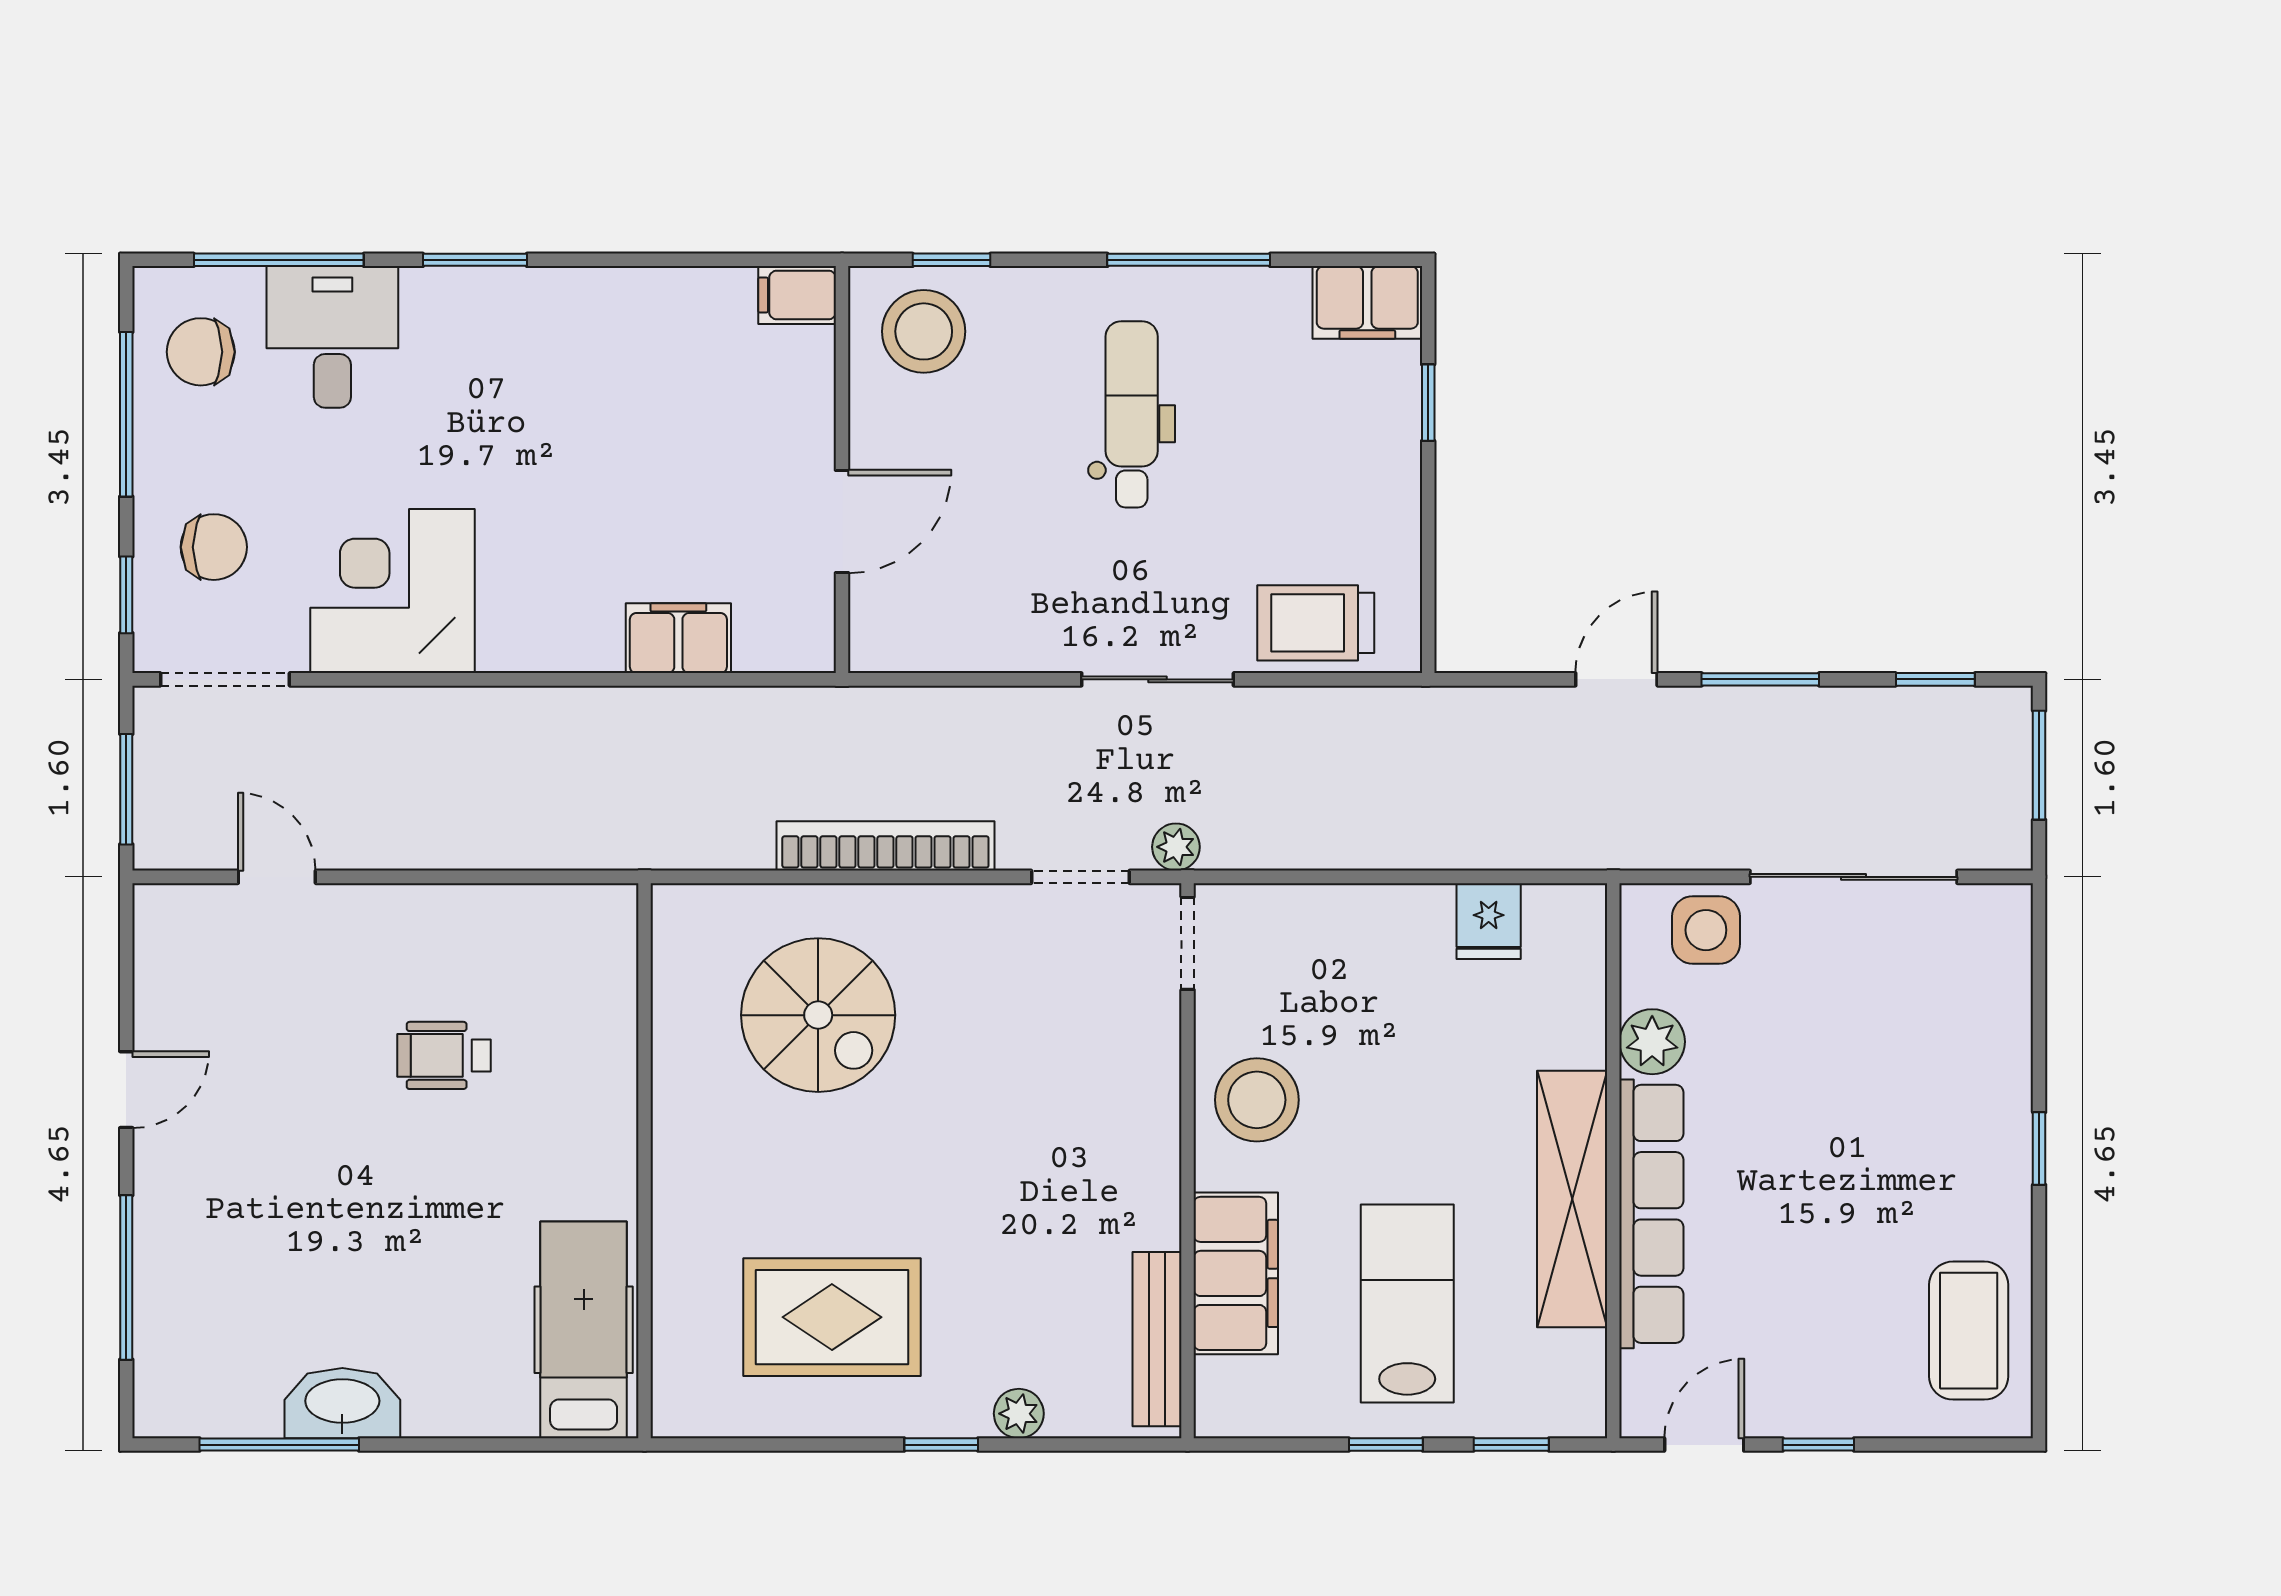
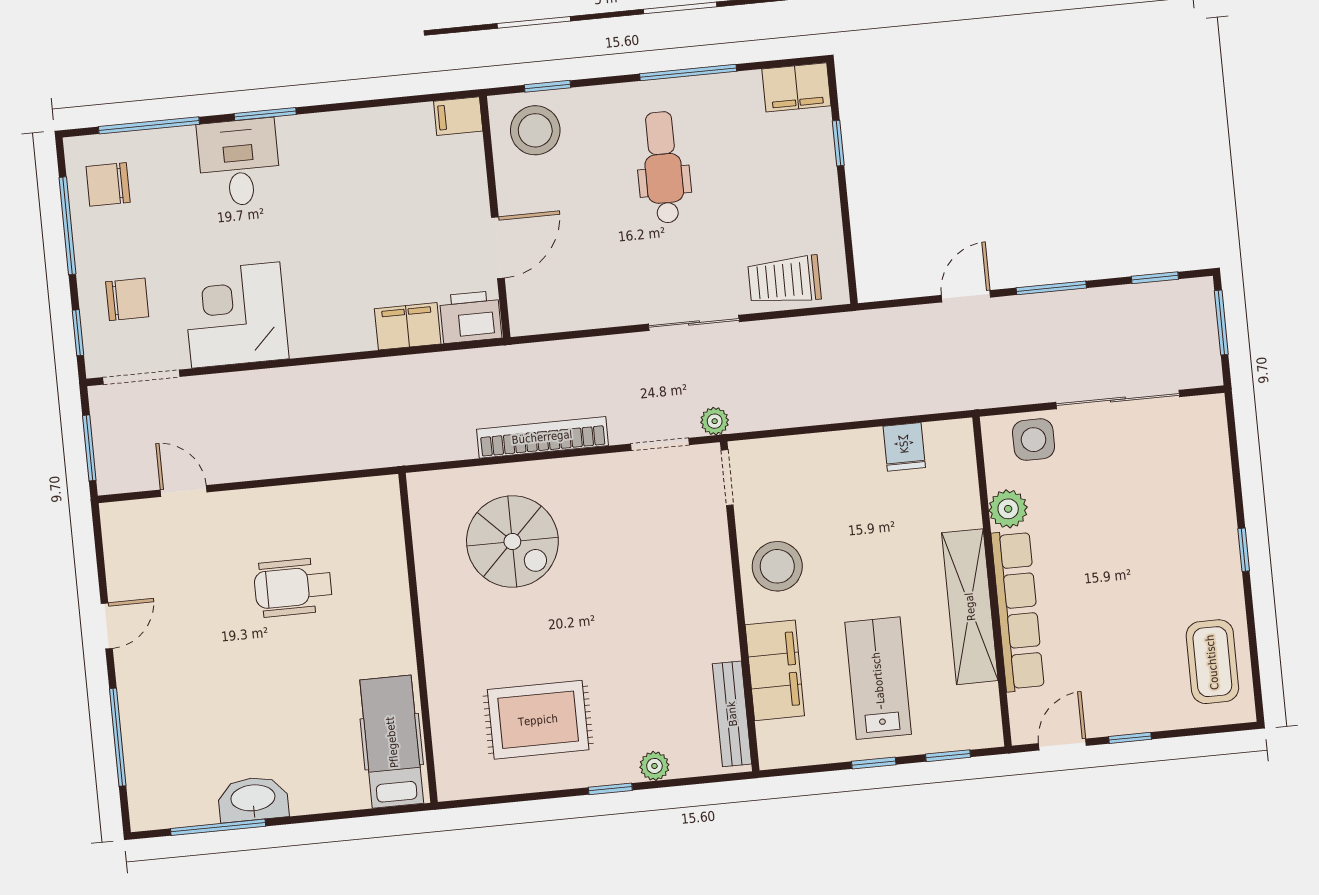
desk: (332, 337) -> (239, 163), moved
printer: (785, 633) -> (470, 317), added
wheelchair: (444, 1055) -> (293, 587), width x1.36, depth x1.37

